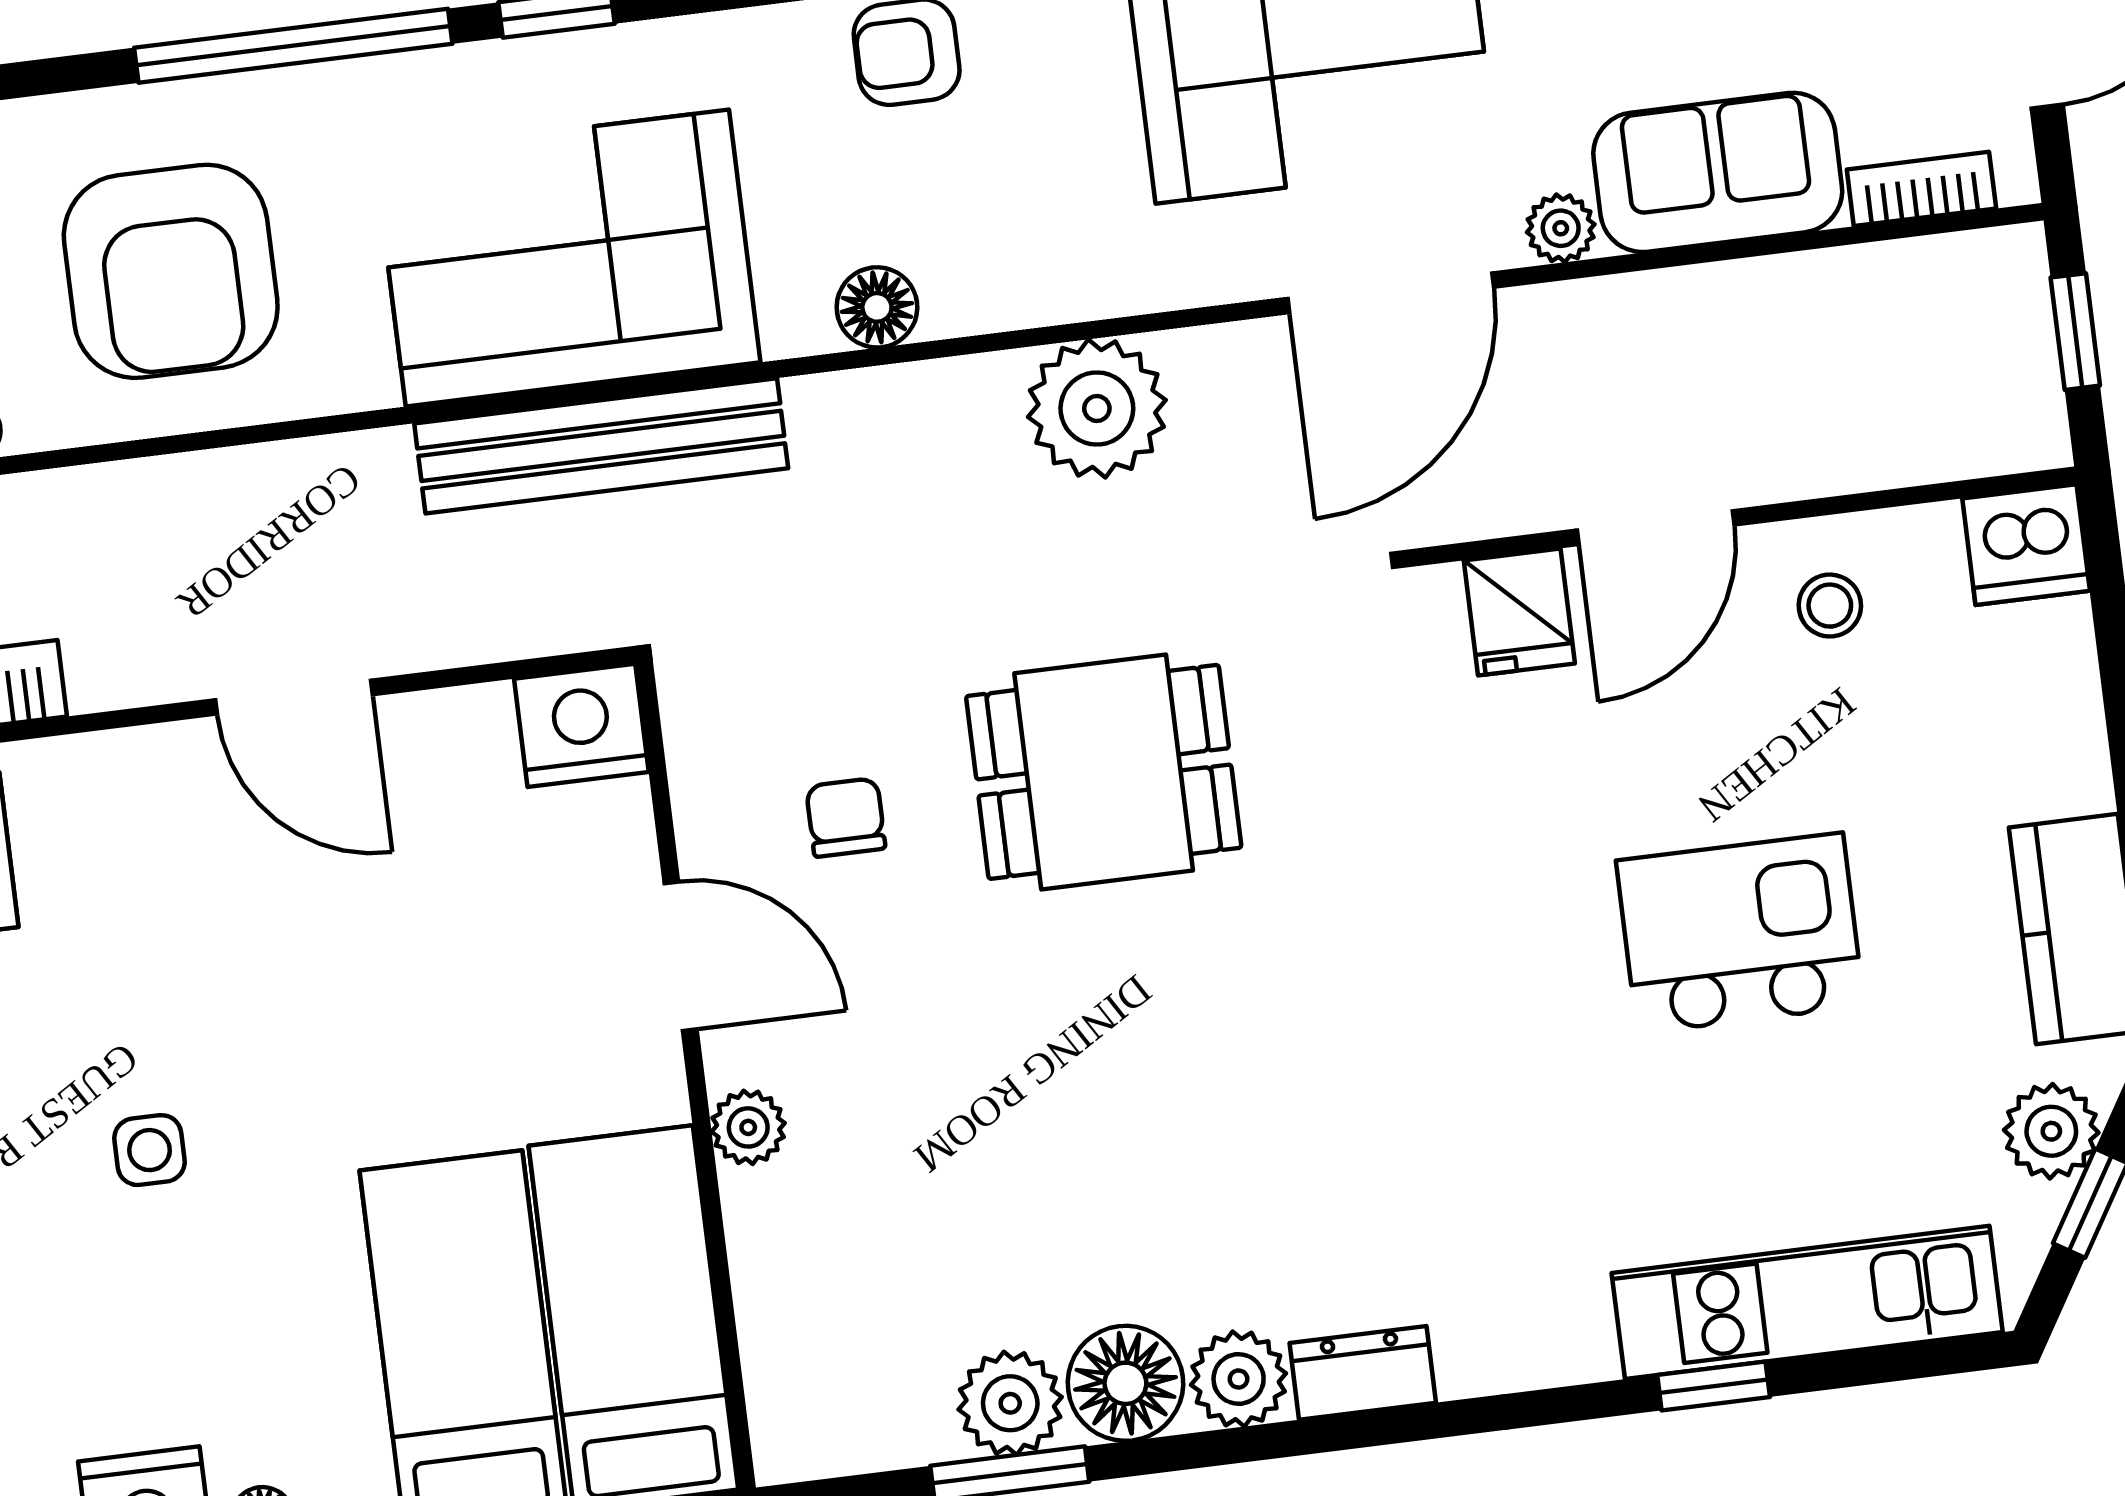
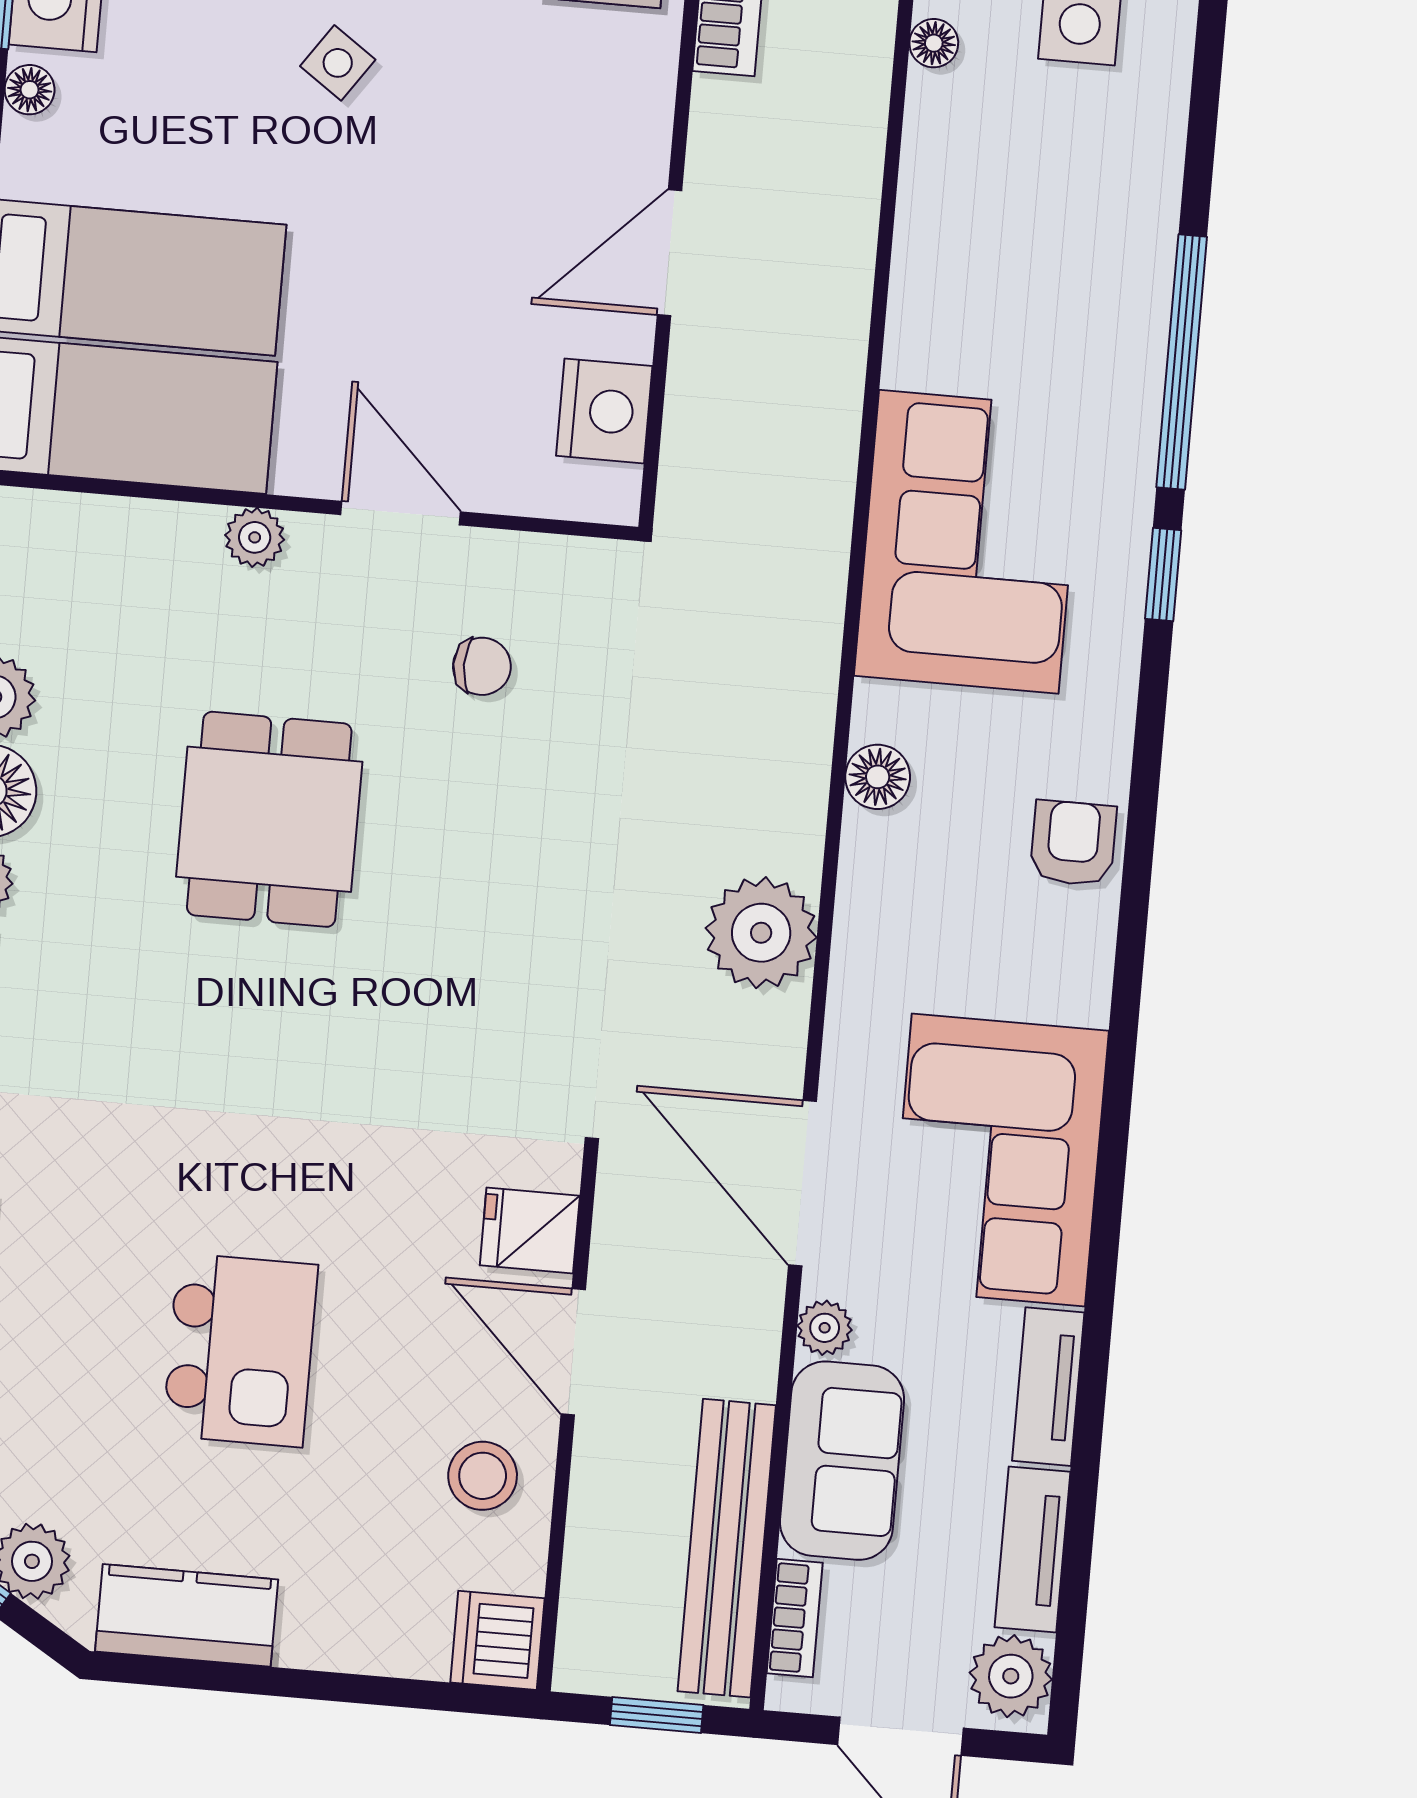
armchair: (171, 271) -> (1025, 228), removed
bench: (601, 446) -> (727, 1548), moved
stool: (1830, 606) -> (483, 1476), width x1.37, depth x1.37
nightstand: (581, 725) -> (604, 411), moved
dining table: (1104, 772) -> (269, 819), moved
door: (681, 956) -> (401, 513), swing flipped
side table: (150, 1150) -> (338, 63), turned 35

